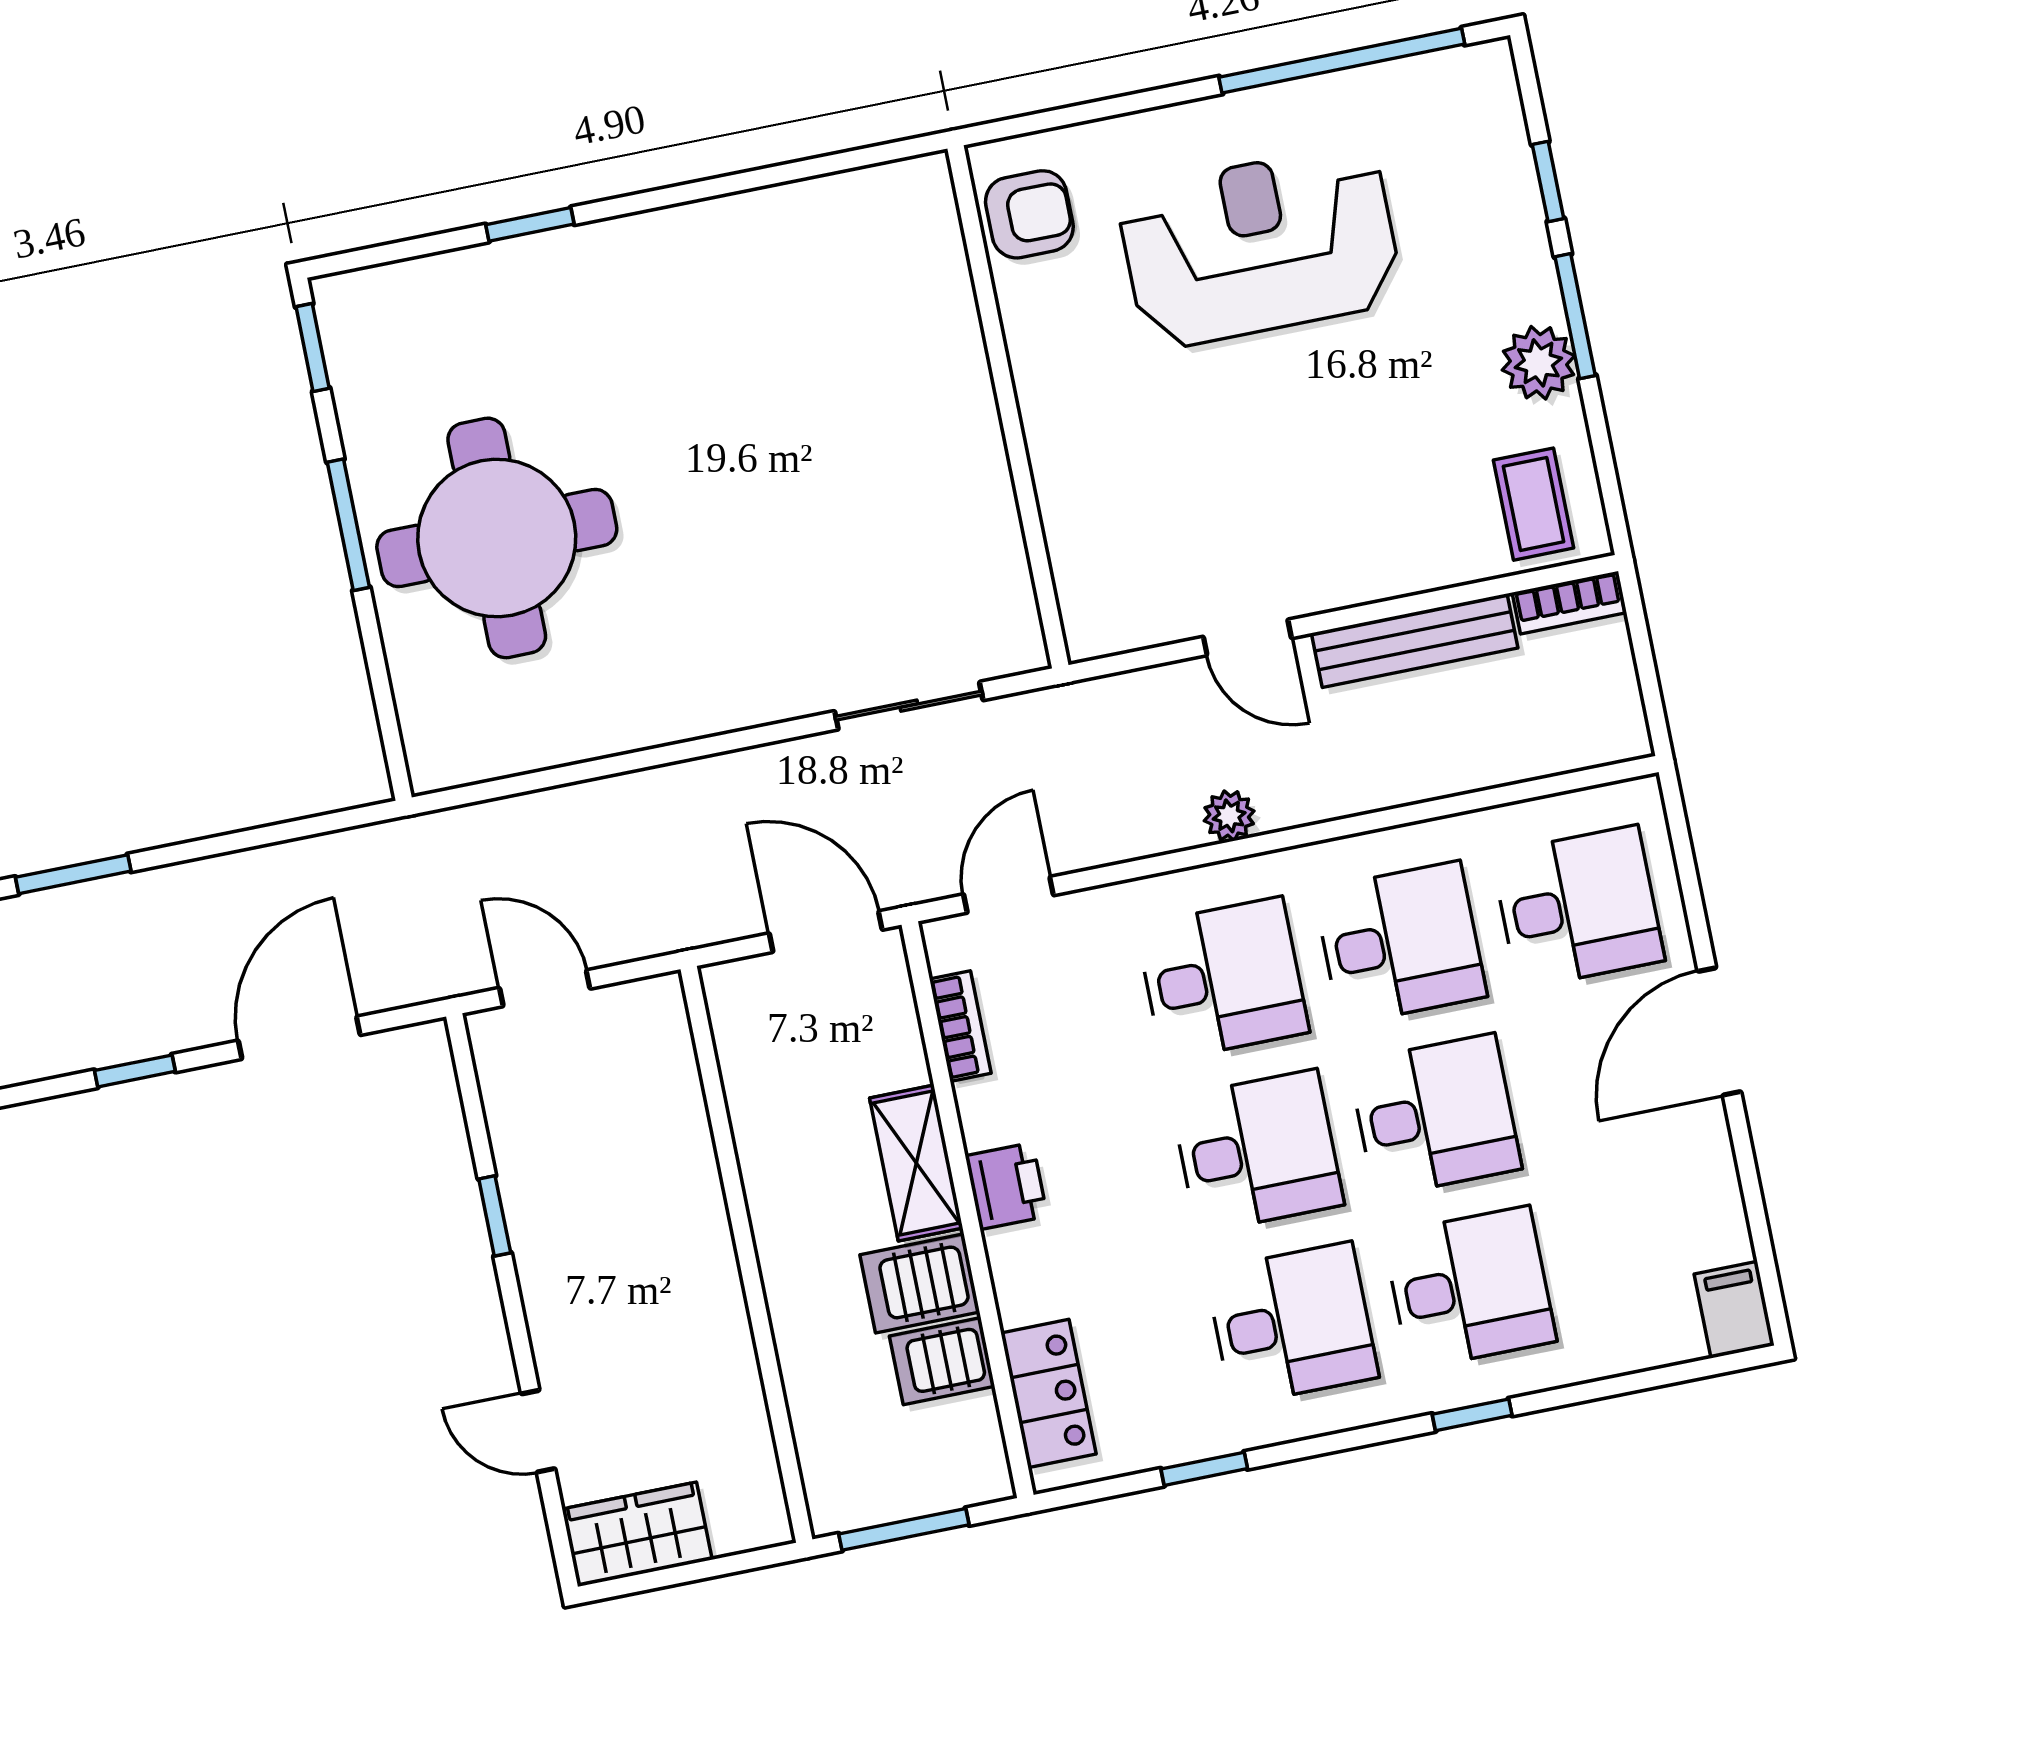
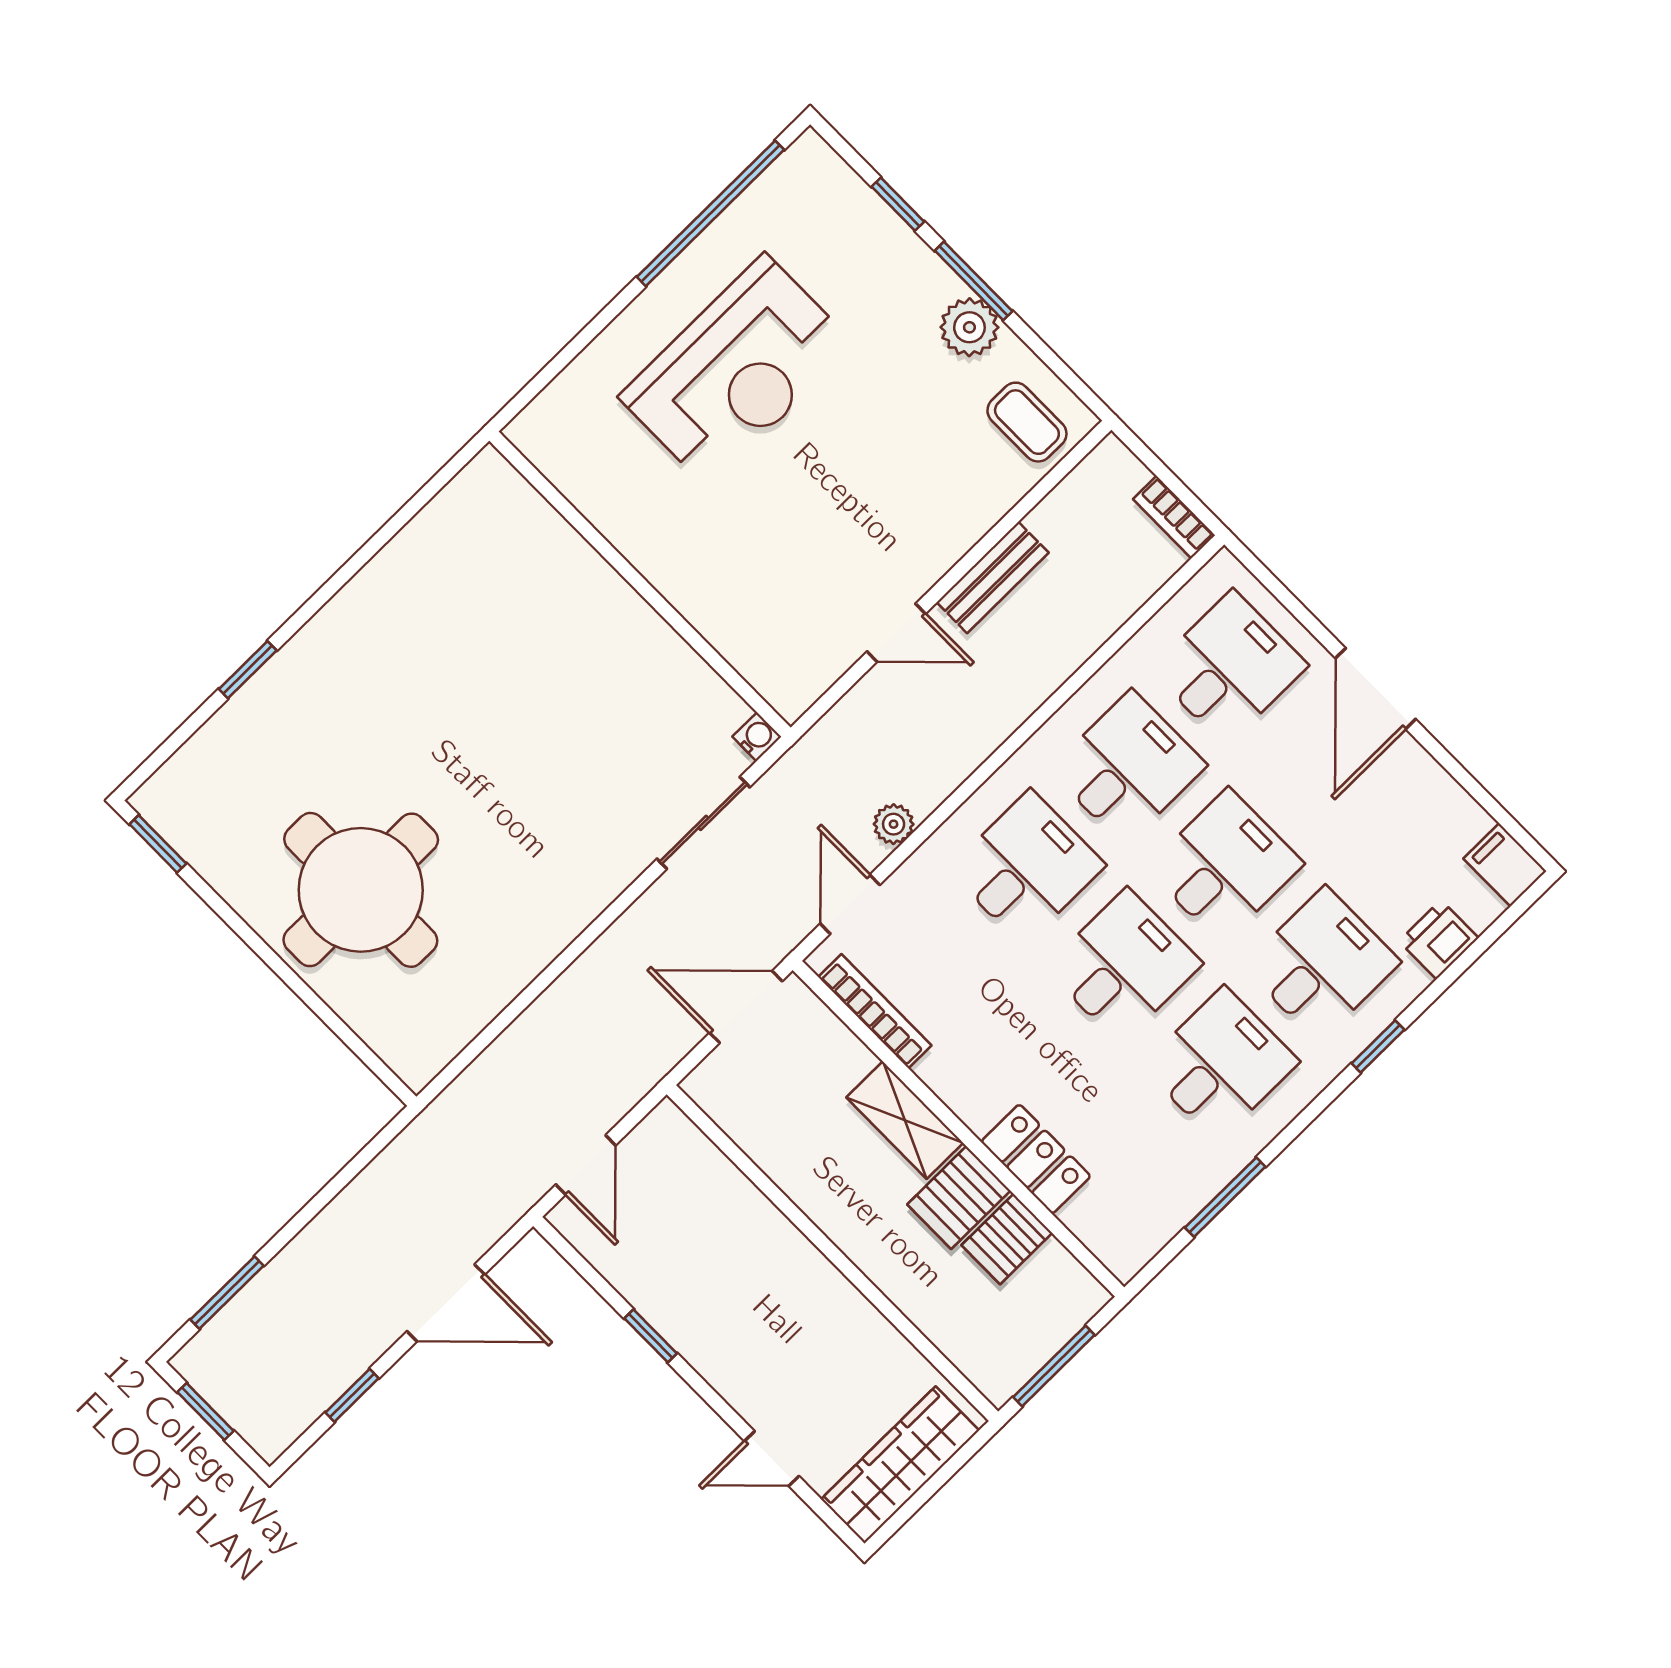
armchair: (1029, 214) -> (571, 448), removed
reception desk: (1260, 247) -> (737, 371), turned 180
window: (348, 525) -> (258, 945), removed
bookcase: (1569, 603) -> (1174, 517), moved, turned 90
bench: (1415, 641) -> (993, 577), width x0.73
water cooler: (1026, 651) -> (757, 737), added
plant: (1229, 816) -> (894, 824), moved
door: (545, 988) -> (586, 1165), swing flipped
bookcase: (960, 1026) -> (875, 1011), width x1.56
door: (299, 1038) -> (446, 1303), swing flipped
printer: (1006, 1186) -> (1439, 940), moved, turned -90
locker: (1048, 1394) -> (1036, 1159), moved
window: (1204, 1469) -> (1225, 1197), width x1.50
wardrobe: (637, 1534) -> (900, 1465), width x1.50

